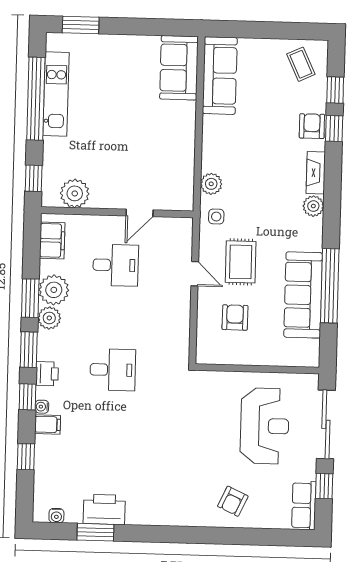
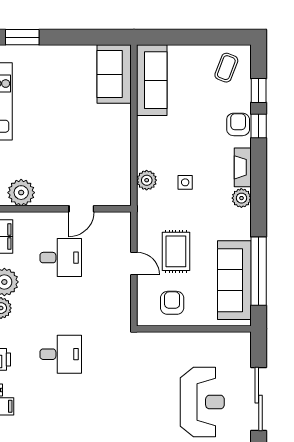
coffee table: (301, 64) -> (226, 68), turned 46
side table: (216, 217) -> (185, 182), moved
wall: (257, 369) -> (194, 329), moved

